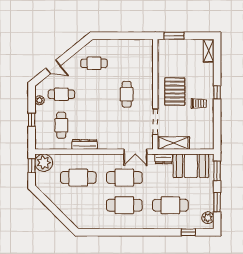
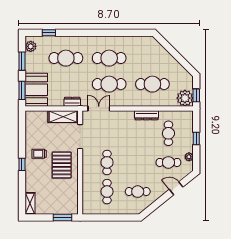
cafe table: (127, 63) -> (107, 192), added
booth: (191, 166) -> (36, 90), moved, turned 90

